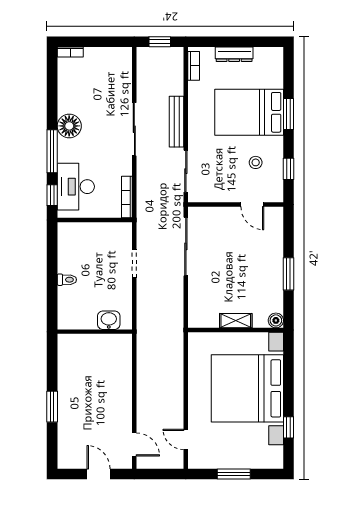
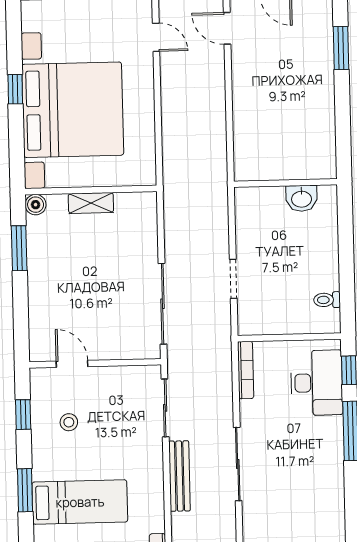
bed: (249, 112) -> (80, 502), width x0.67
floor lamp: (69, 126) -> (328, 466), removed
window: (289, 274) -> (19, 248), moved
toilet: (67, 280) -> (327, 300), moved
washbasin: (109, 320) -> (301, 198), moved
window: (52, 407) -> (341, 48), moved
window: (289, 427) -> (15, 89), moved

